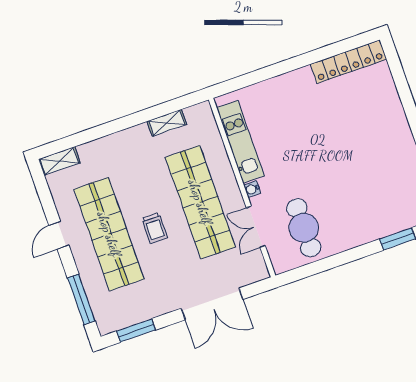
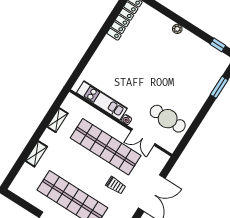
plant: (402, 127) -> (177, 29), added
shelving: (59, 161) -> (36, 154), moved
trolley: (155, 228) -> (116, 185), moved

